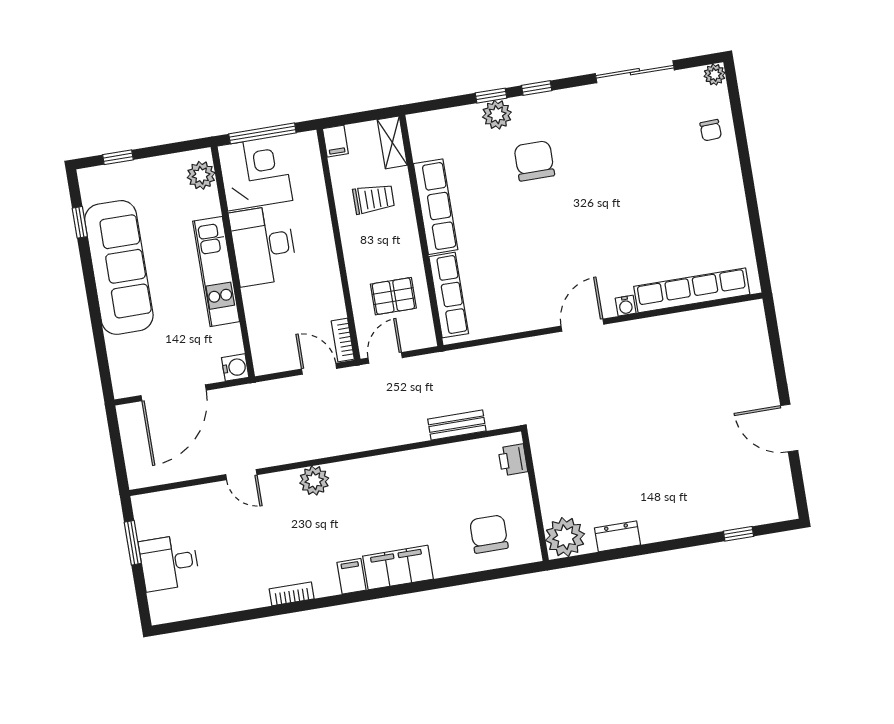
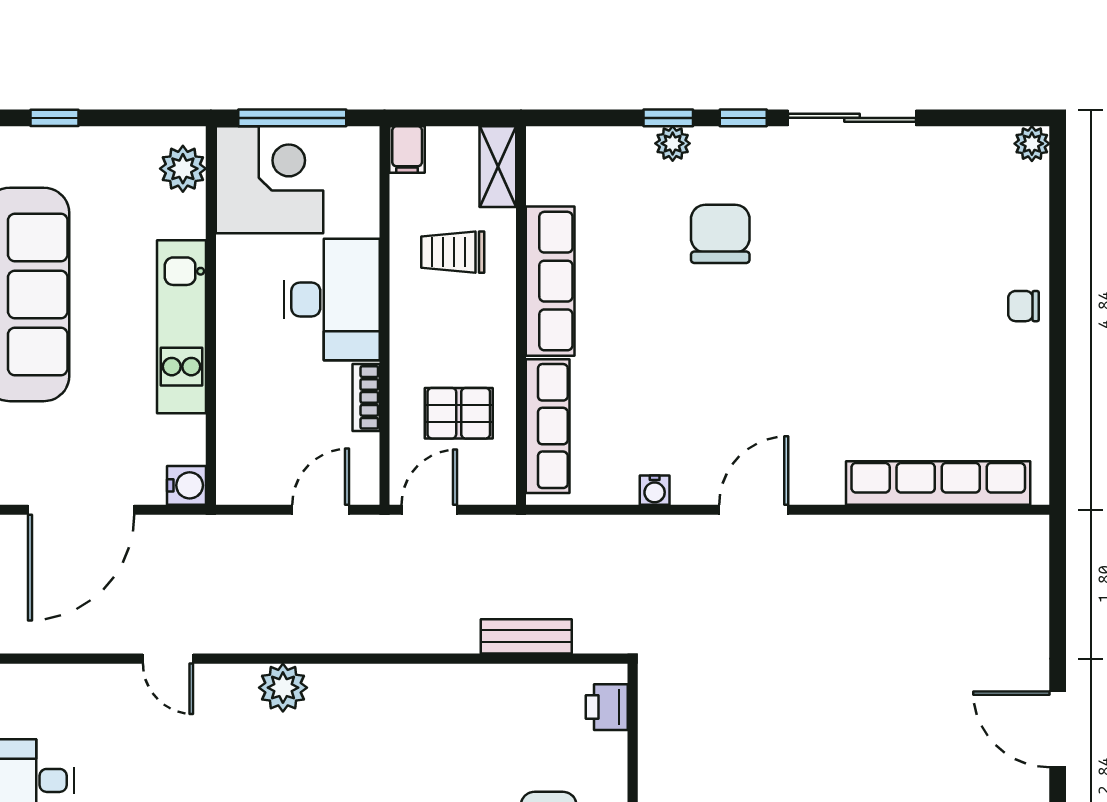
sliding door: (635, 72) -> (852, 118), moved
plant: (497, 115) -> (673, 143), width x0.73, depth x0.73
chair: (711, 130) -> (1023, 306), moved, turned 92
trolley: (374, 199) -> (453, 252), turned 180
desk: (263, 245) -> (332, 299), moved, turned 180
water cooler: (626, 306) -> (655, 490), moved
bookcase: (343, 340) -> (366, 397), moved
door: (319, 369) -> (321, 510), hinge flipped

